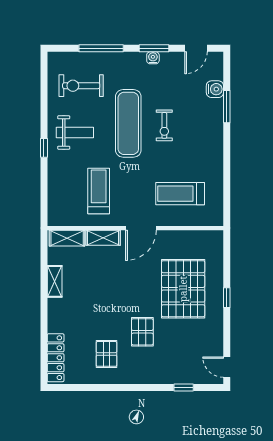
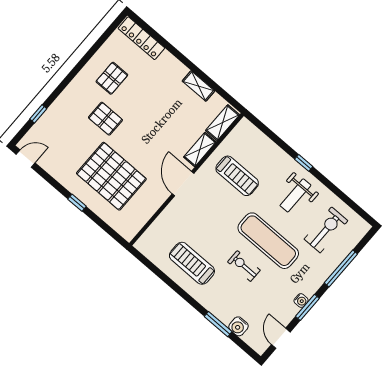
treadmill: (180, 194) -> (192, 263), moved, turned -90
pallet: (106, 354) -> (112, 78), turned 90

